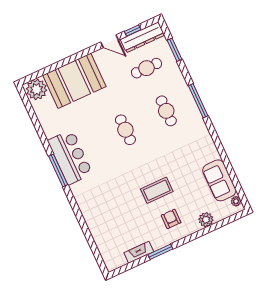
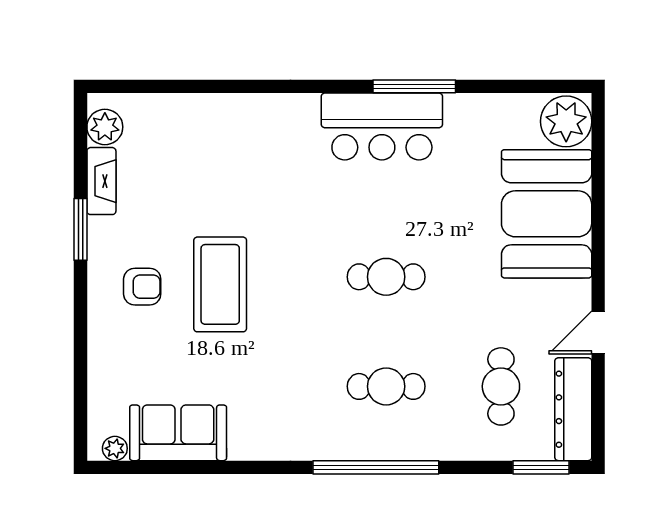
window: (133, 31) -> (598, 394), removed
window: (175, 50) -> (541, 467), moved
window: (198, 101) -> (376, 467), width x1.46
window: (58, 170) -> (414, 86), moved
coffee table: (157, 190) -> (220, 284), width x1.36, depth x1.32
plant: (206, 220) -> (105, 127), moved

